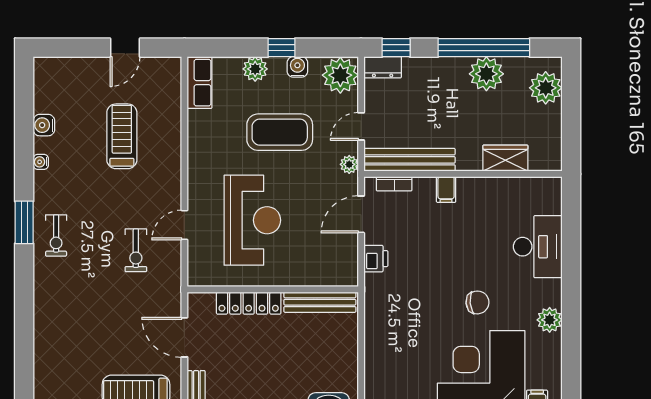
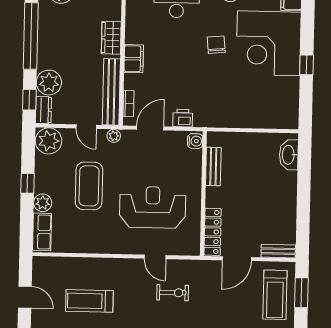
water cooler: (297, 67) -> (195, 141), moved, turned 180
plant: (486, 74) -> (49, 83), moved
row of seats: (200, 83) -> (42, 232), moved, turned 90
wardrobe: (505, 158) -> (111, 38), moved
filing cabinet: (446, 190) -> (134, 59), width x2.00
door: (361, 214) -> (150, 128), swing flipped
bench: (320, 302) -> (213, 166), width x0.73
locker: (249, 303) -> (213, 232), moved

